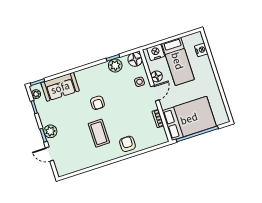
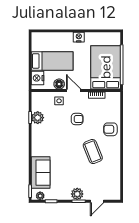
nightstand: (201, 50) -> (79, 37), moved
floor lamp: (135, 59) -> (38, 98), removed
armchair: (97, 103) -> (77, 119), moved
coffee table: (99, 133) -> (93, 152), turned 68

